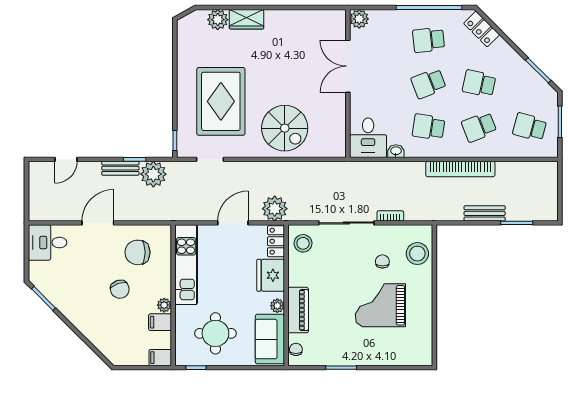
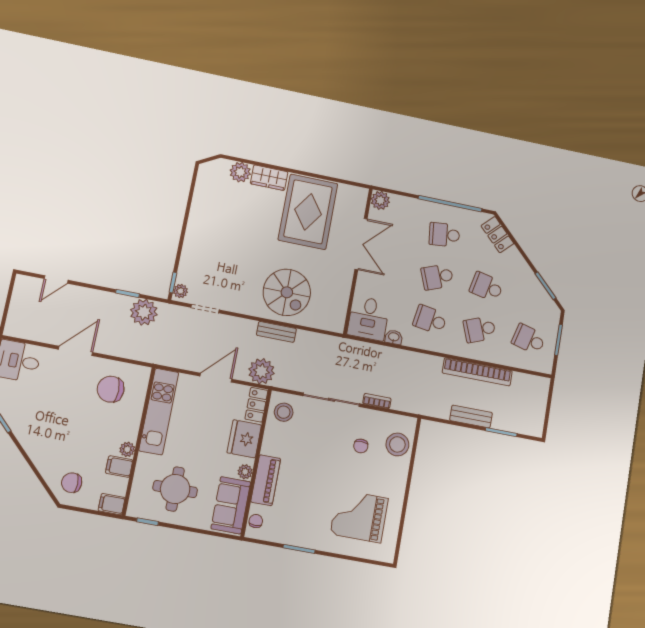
double door: (348, 66) -> (361, 244), swing flipped
rug: (221, 101) -> (308, 212), moved
plant: (184, 147) -> (180, 291), added
bench: (120, 168) -> (276, 332), moved
bookcase: (460, 169) -> (477, 372), moved
chair: (382, 261) -> (361, 446), turned 180
chair: (120, 289) -> (72, 483), moved, turned 109
grand piano: (380, 305) -> (359, 516), moved

